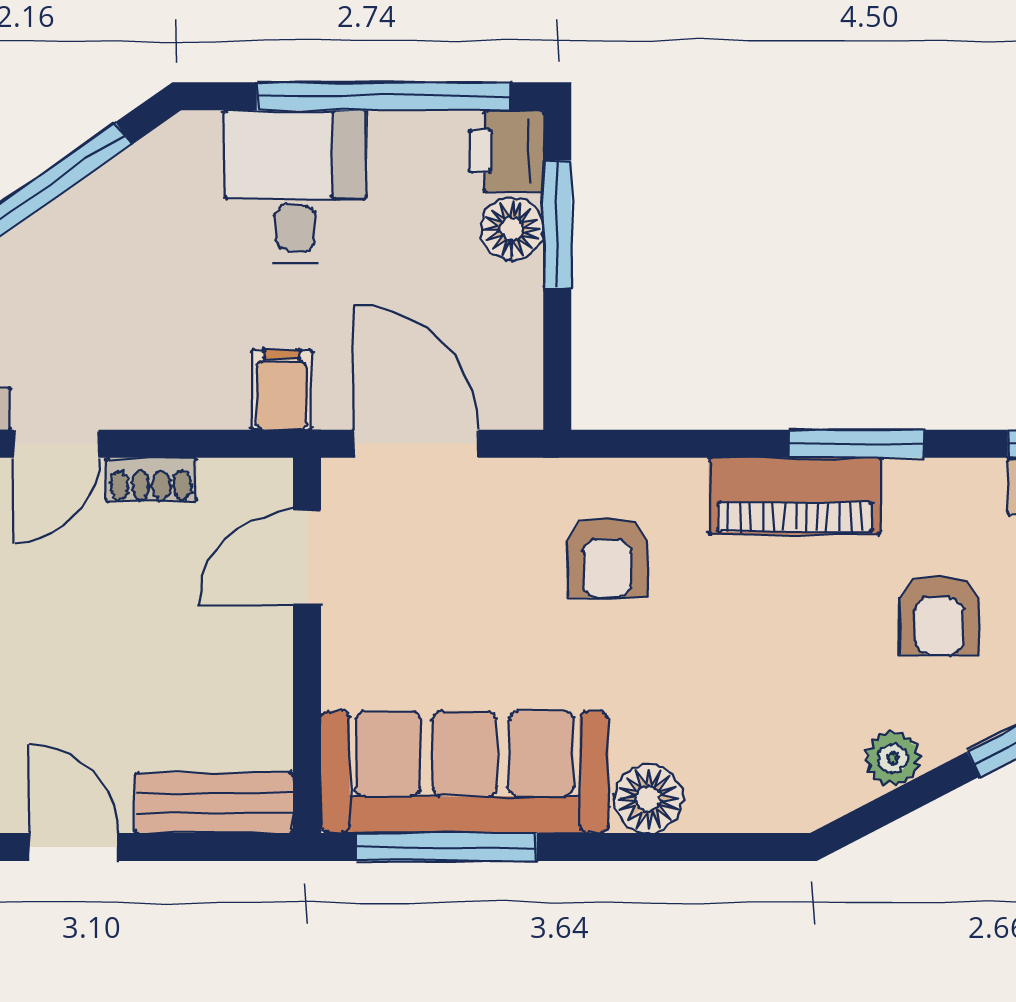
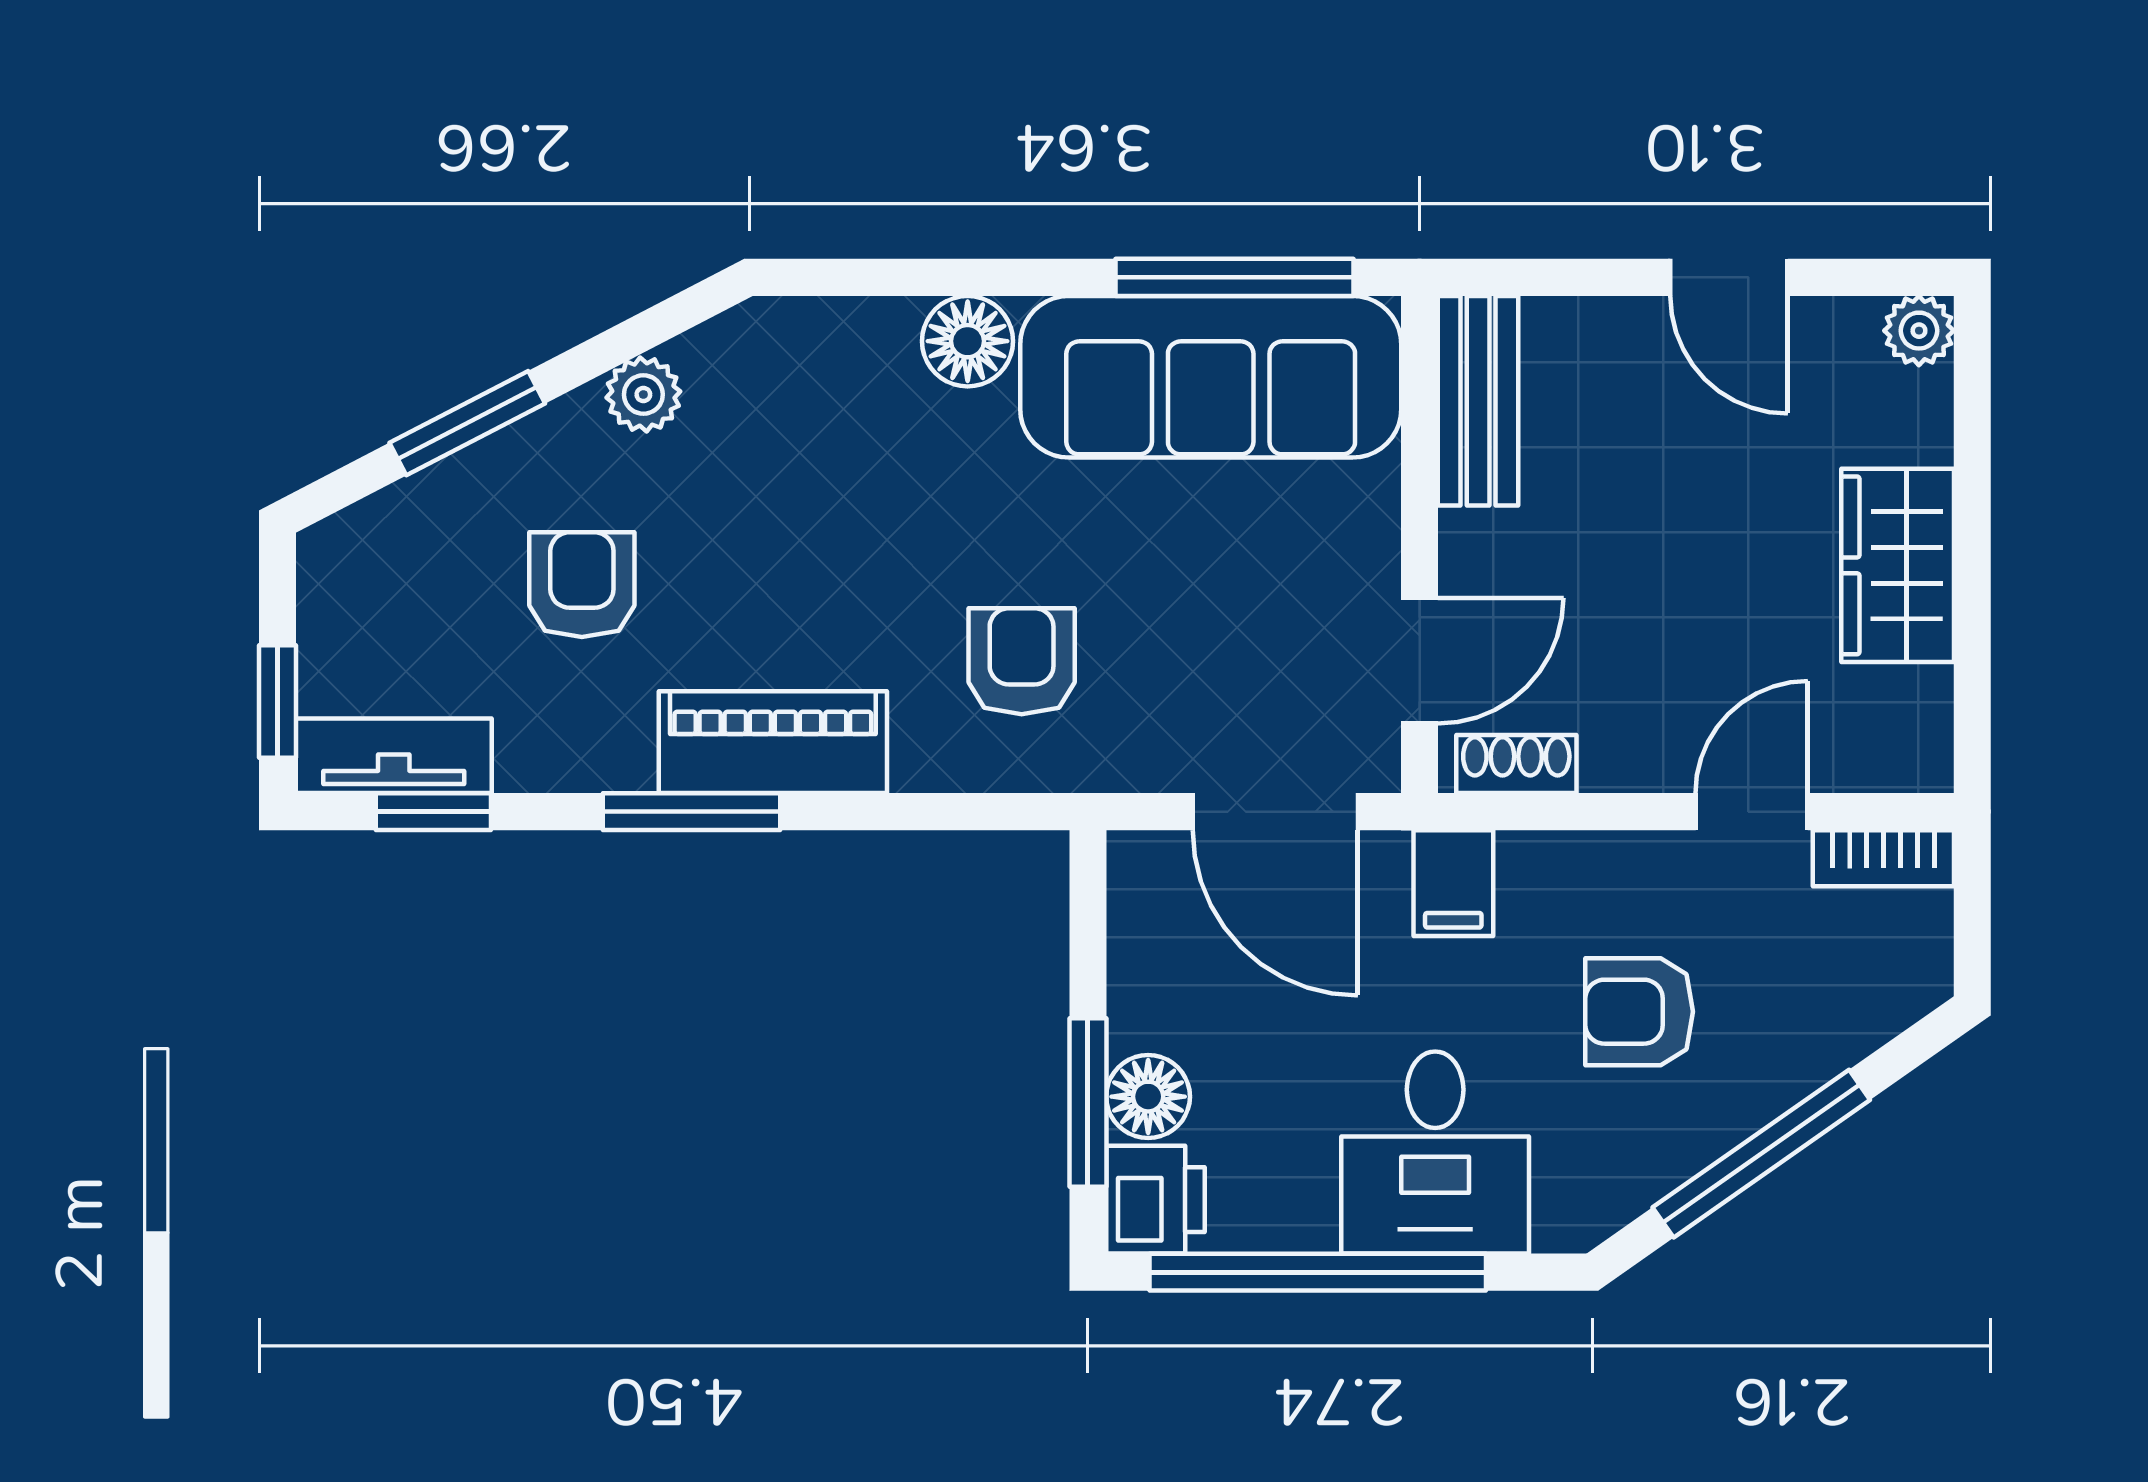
armchair: (141, 293) -> (1639, 1012), added
shoe rack: (151, 480) -> (1516, 764), moved
bench: (214, 803) -> (1478, 401), moved, turned 90

